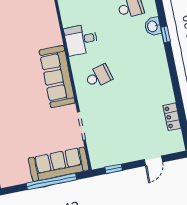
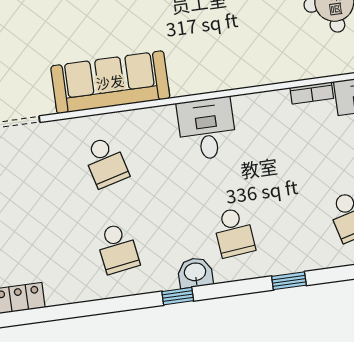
desk: (81, 40) -> (207, 129), moved
school desk: (143, 67) -> (117, 248), added

